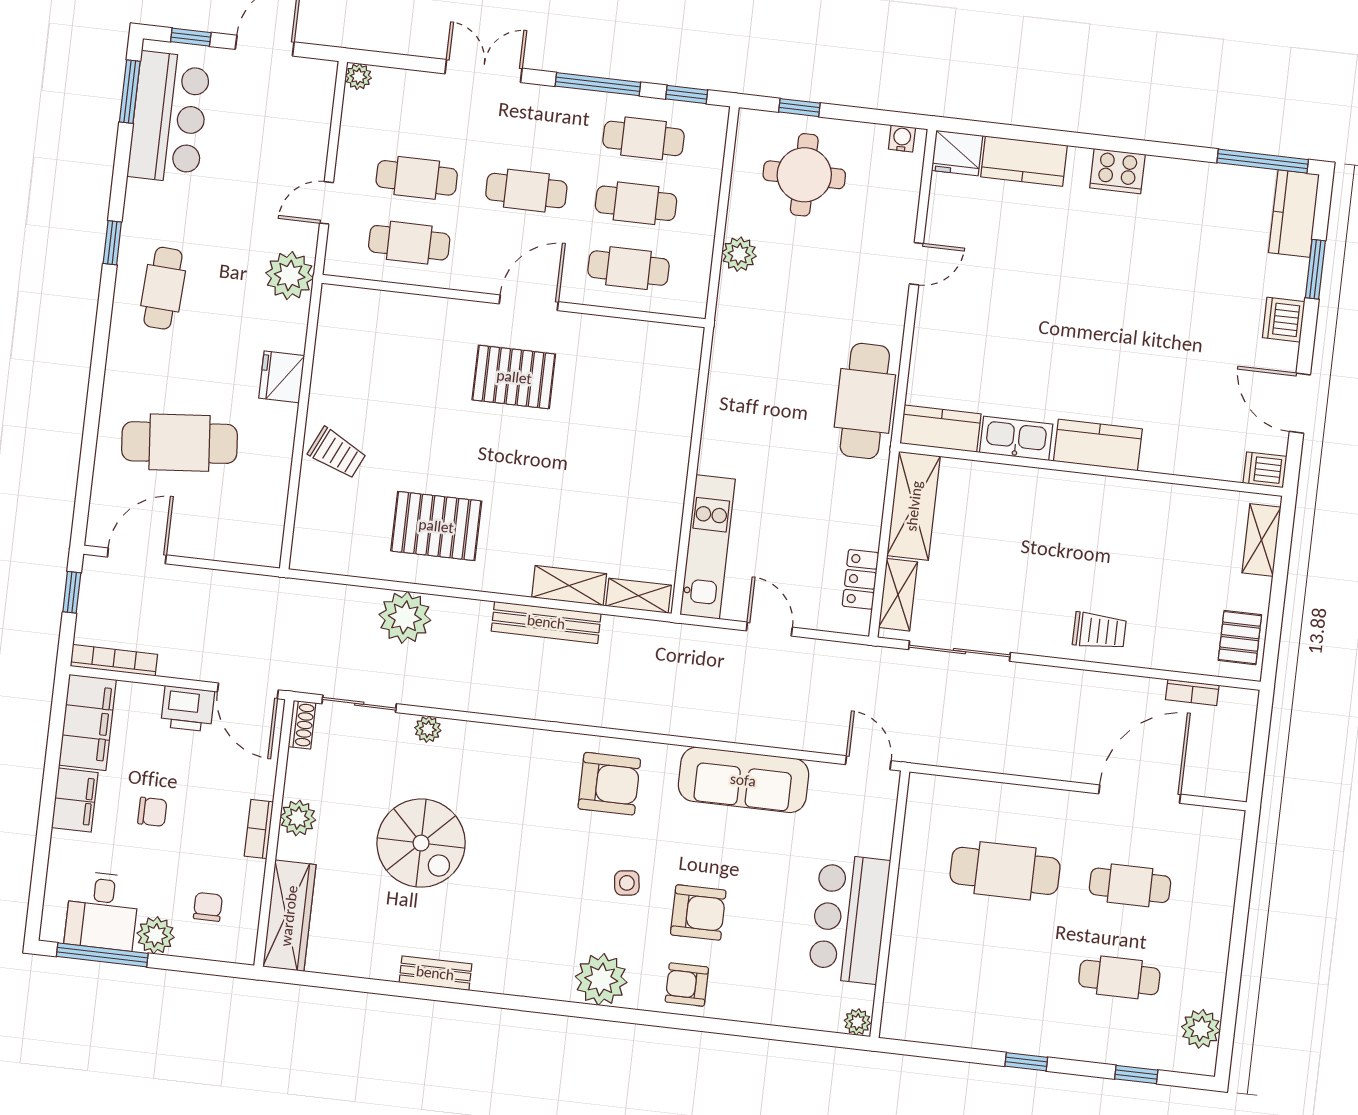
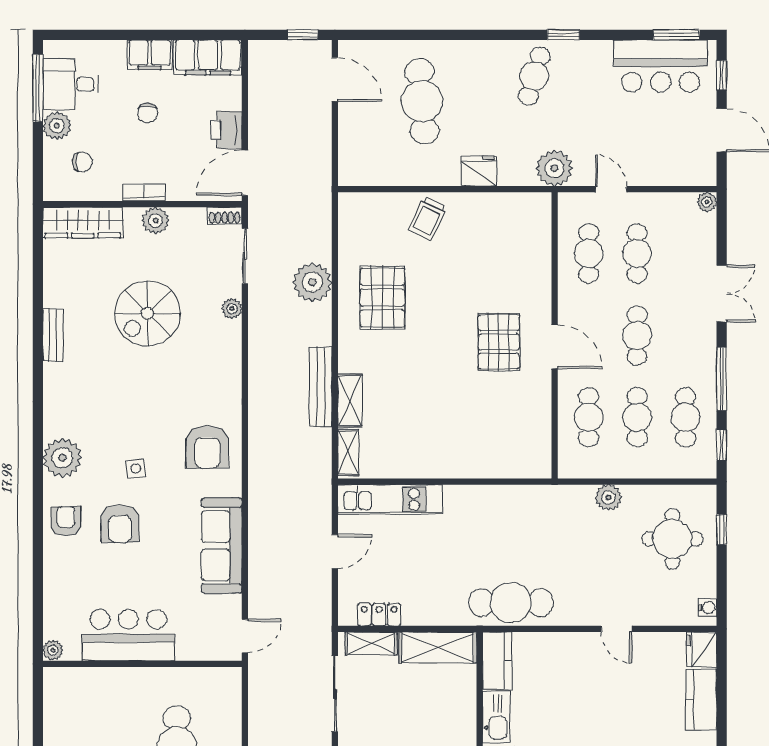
cafe table: (163, 288) -> (534, 76), turned -76
bookcase: (114, 660) -> (256, 71), removed

